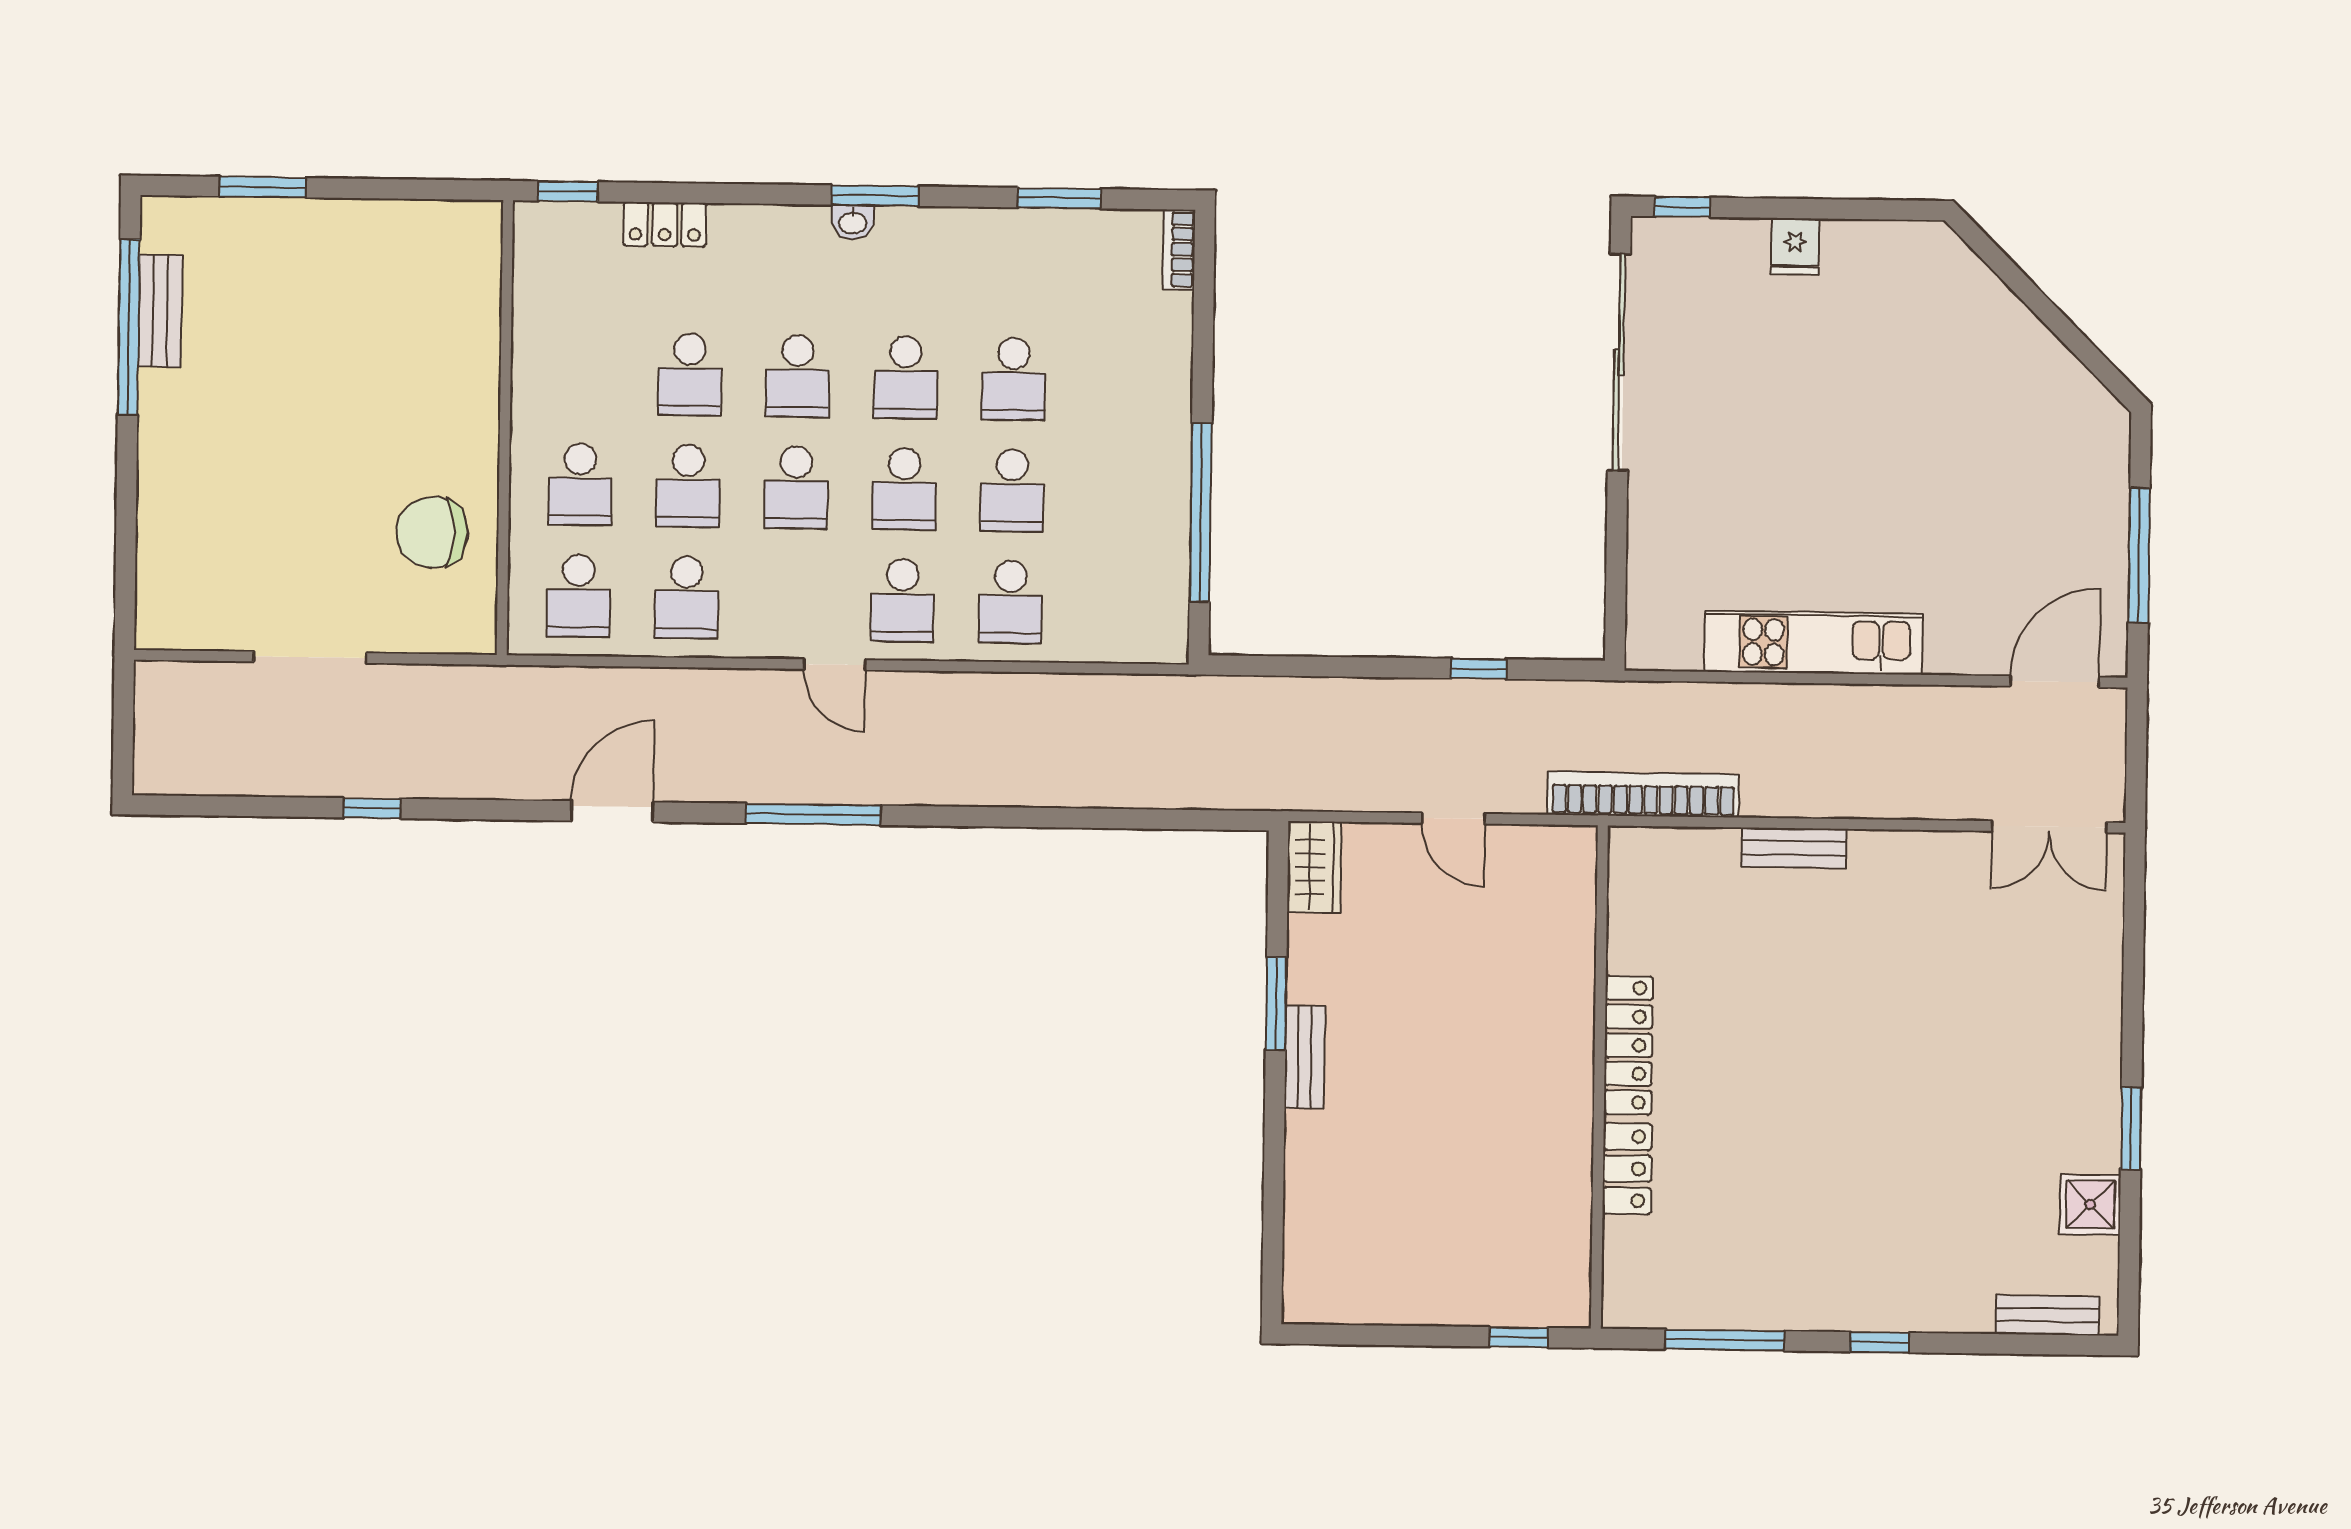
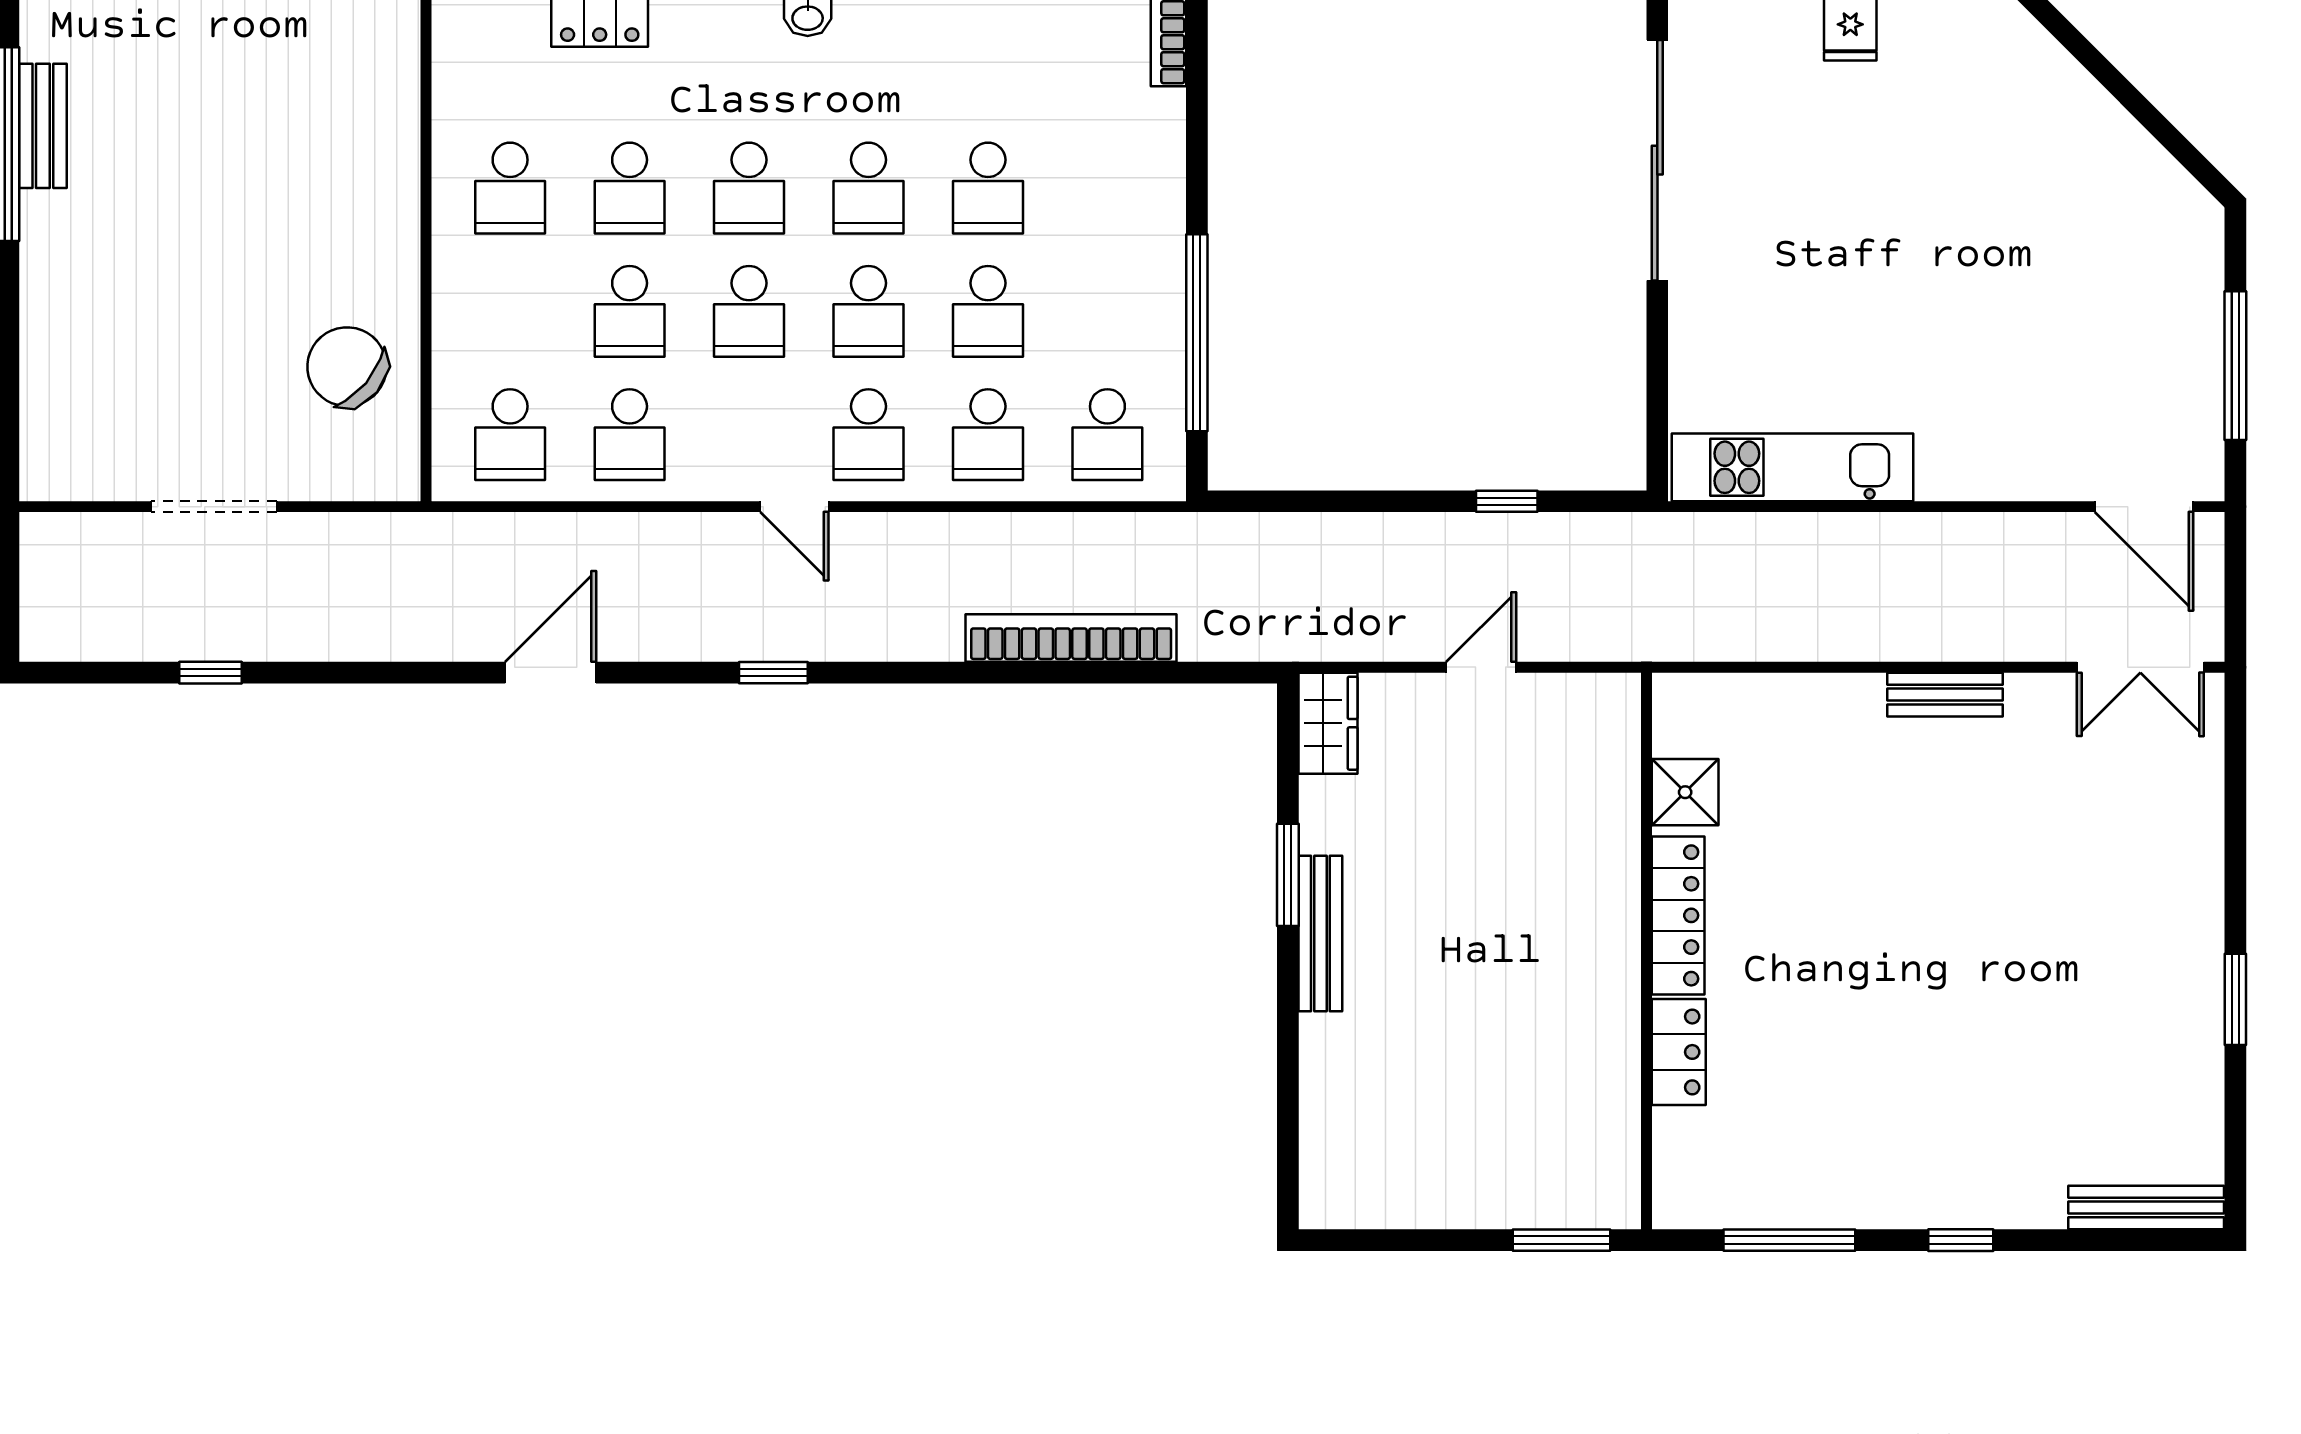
school desk: (580, 484) -> (510, 188), moved
chair: (432, 532) -> (347, 367), turned 40
school desk: (1119, 603) -> (1107, 435), added
kitchen unit: (1814, 643) -> (1792, 467), moved
door: (2055, 682) -> (2144, 507), swing flipped
bookcase: (1643, 795) -> (1071, 638), moved
window: (372, 808) -> (211, 673), moved
window: (814, 814) -> (773, 673), width x0.46
door: (1453, 818) -> (1481, 667), swing flipped
bench: (1794, 848) -> (1945, 695), moved
bench: (1305, 1057) -> (1320, 933), width x1.36
shower: (2090, 1205) -> (1685, 792), moved
bench: (2048, 1315) -> (2146, 1208), width x1.36
window: (1519, 1337) -> (1561, 1240), width x1.50

